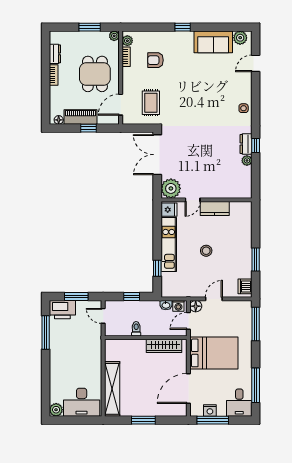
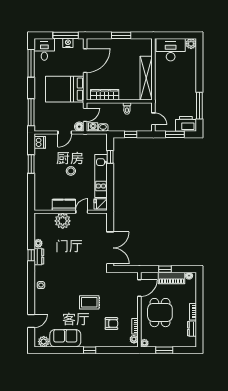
rug: (151, 103) -> (89, 302), moved, turned 90
plant: (171, 188) -> (63, 221), moved
shelving: (112, 389) -> (146, 78), moved

